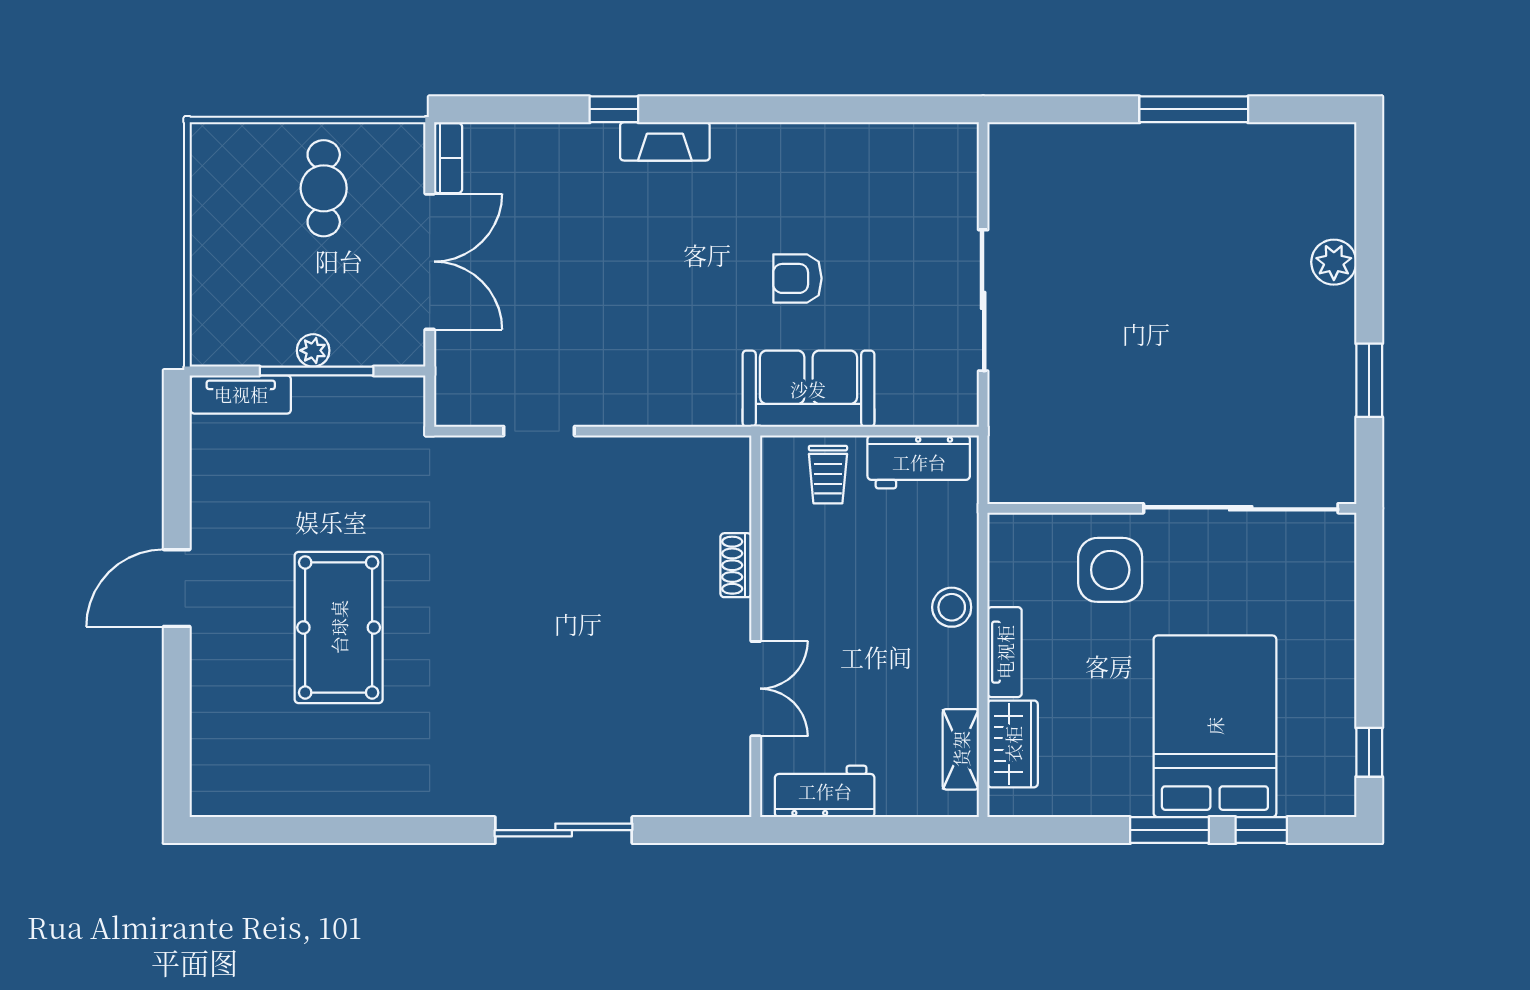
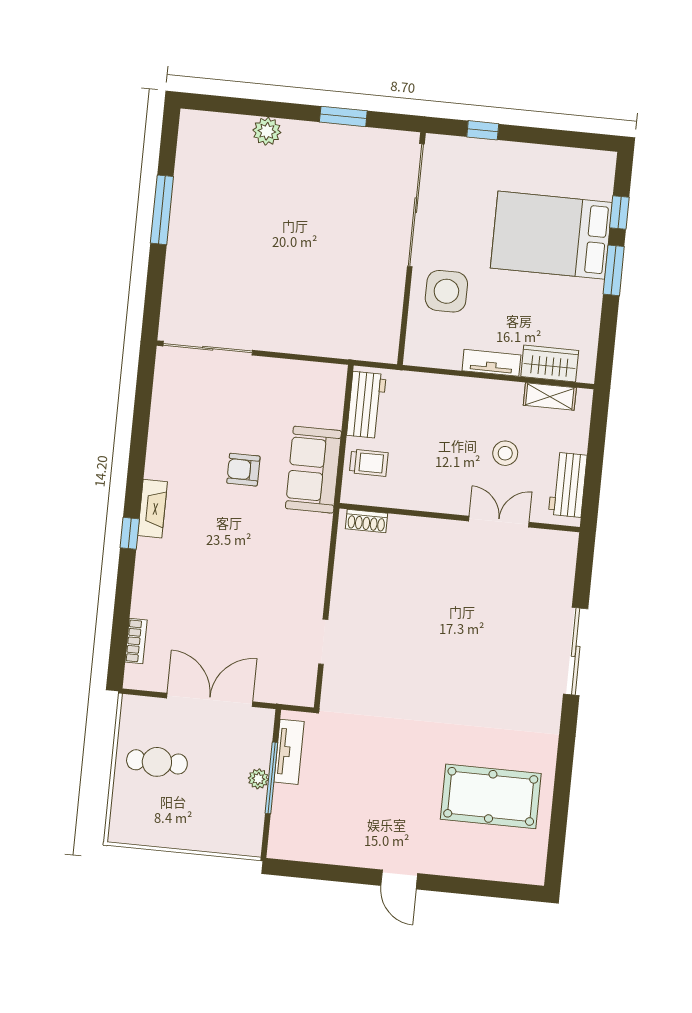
window: (614, 109) -> (130, 533), moved
fireplace: (665, 141) -> (152, 509), moved
bookcase: (448, 158) -> (136, 641), moved, turned 90
armchair: (797, 278) -> (243, 470), turned 90
sliding door: (983, 300) -> (208, 348), moved
tv unit: (241, 394) -> (289, 752), moved
shoe rack: (736, 565) -> (366, 521), moved
door: (177, 588) -> (399, 880), width x0.73
stool: (952, 607) -> (505, 453), moved
pool table: (339, 627) -> (491, 796), moved
window: (1369, 752) -> (483, 130), moved

